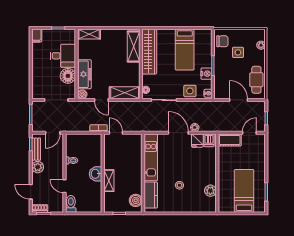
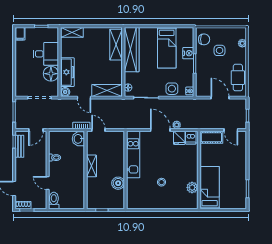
nightstand: (206, 74) -> (188, 53), moved
door: (249, 133) -> (231, 130), swing flipped
plant: (38, 167) -> (21, 164), removed
washbasin: (96, 174) -> (78, 139), moved
shelving: (109, 181) -> (91, 166), moved
bed: (244, 191) -> (210, 188), moved
kitchen counter: (151, 195) -> (133, 192), removed
boiler: (136, 200) -> (118, 183), moved

